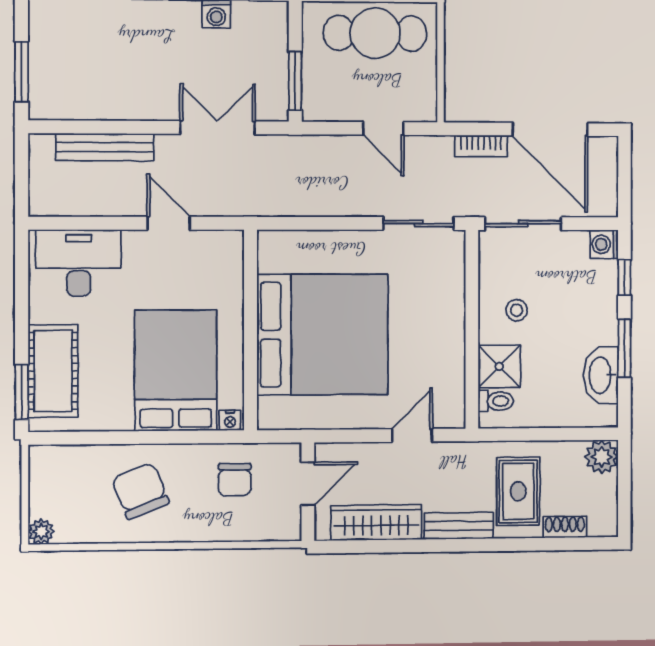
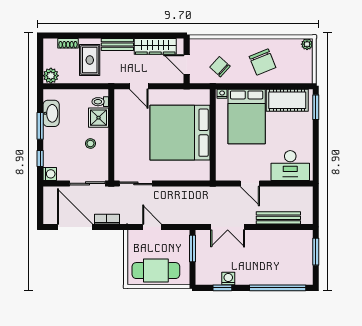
cot: (53, 371) -> (287, 100), moved, turned 90
door: (412, 435) -> (139, 86), hinge flipped
chair: (235, 480) -> (220, 67), turned -48
door: (308, 484) -> (187, 64), hinge flipped

